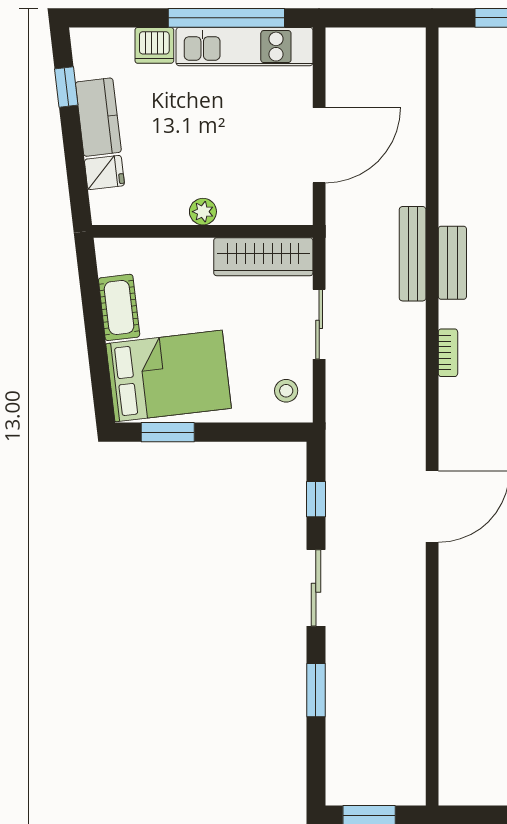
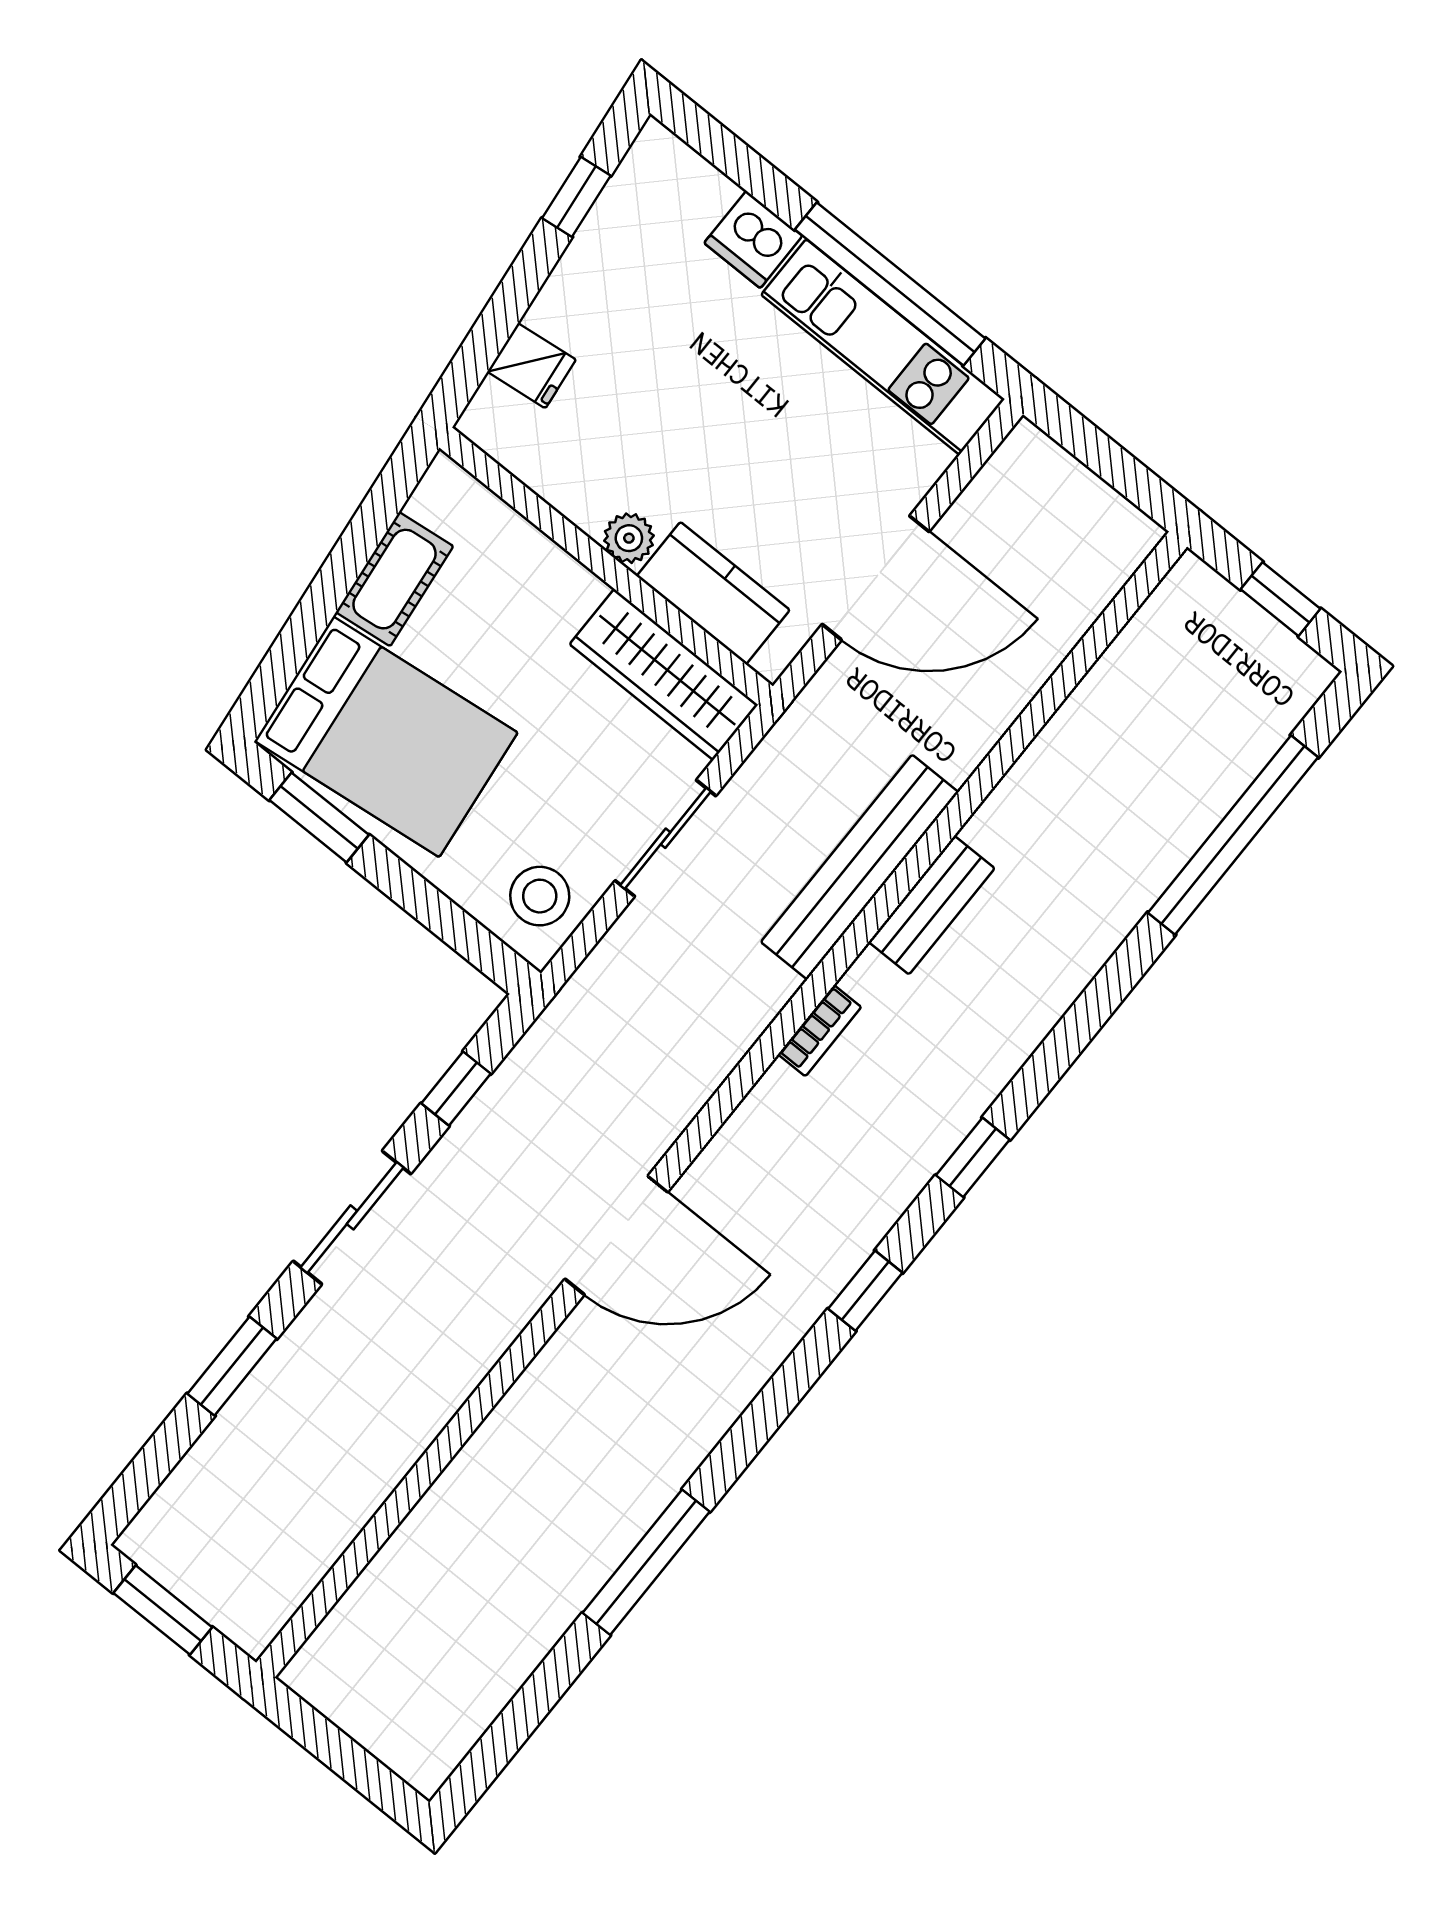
kitchen counter: (98, 117) -> (713, 593), moved, turned -83
bench: (413, 254) -> (860, 867), width x1.37, depth x1.21
stool: (286, 391) -> (540, 896), width x1.37, depth x1.37

